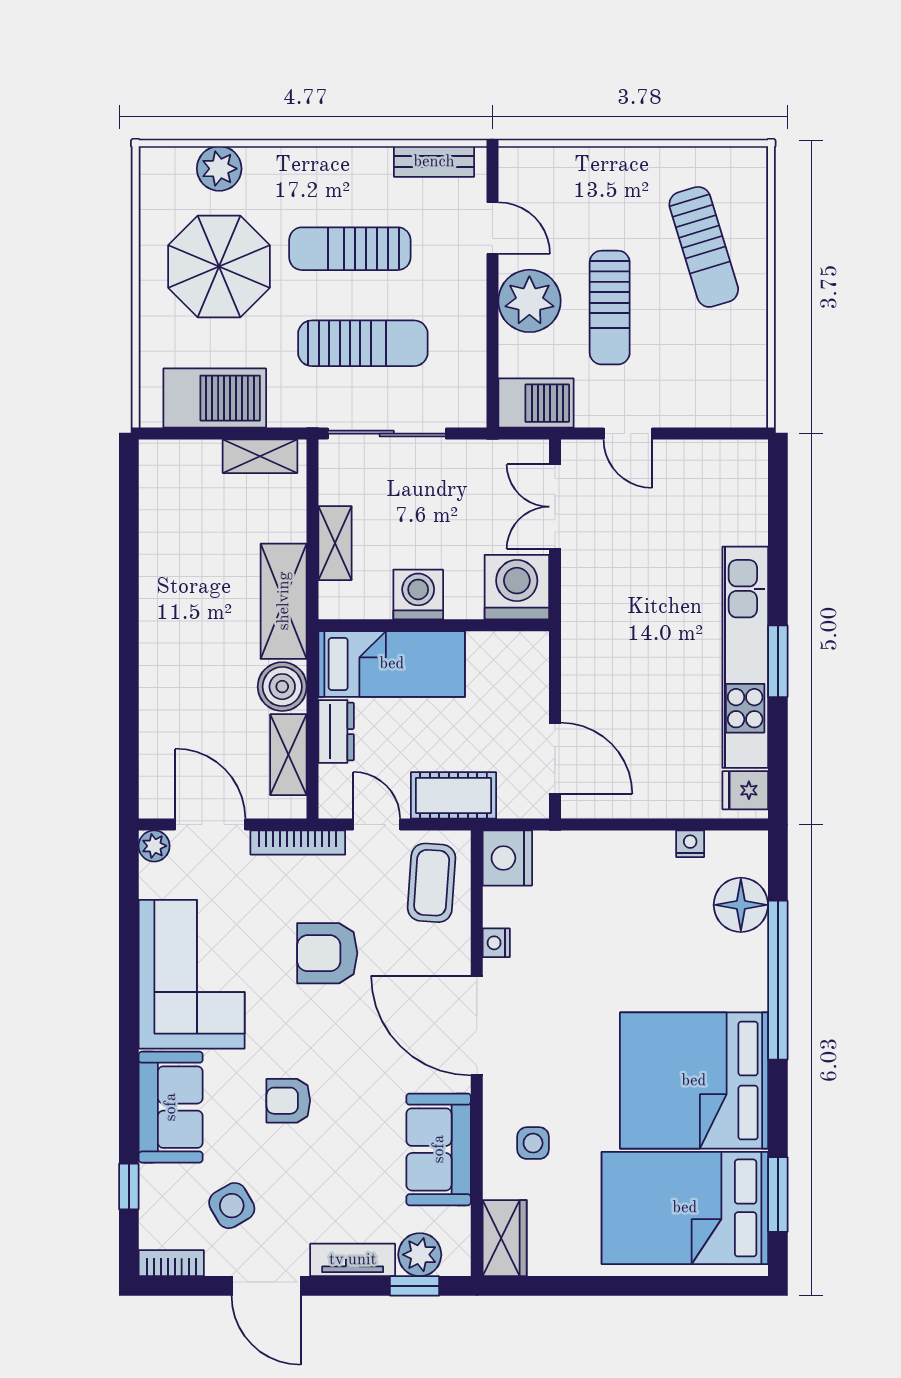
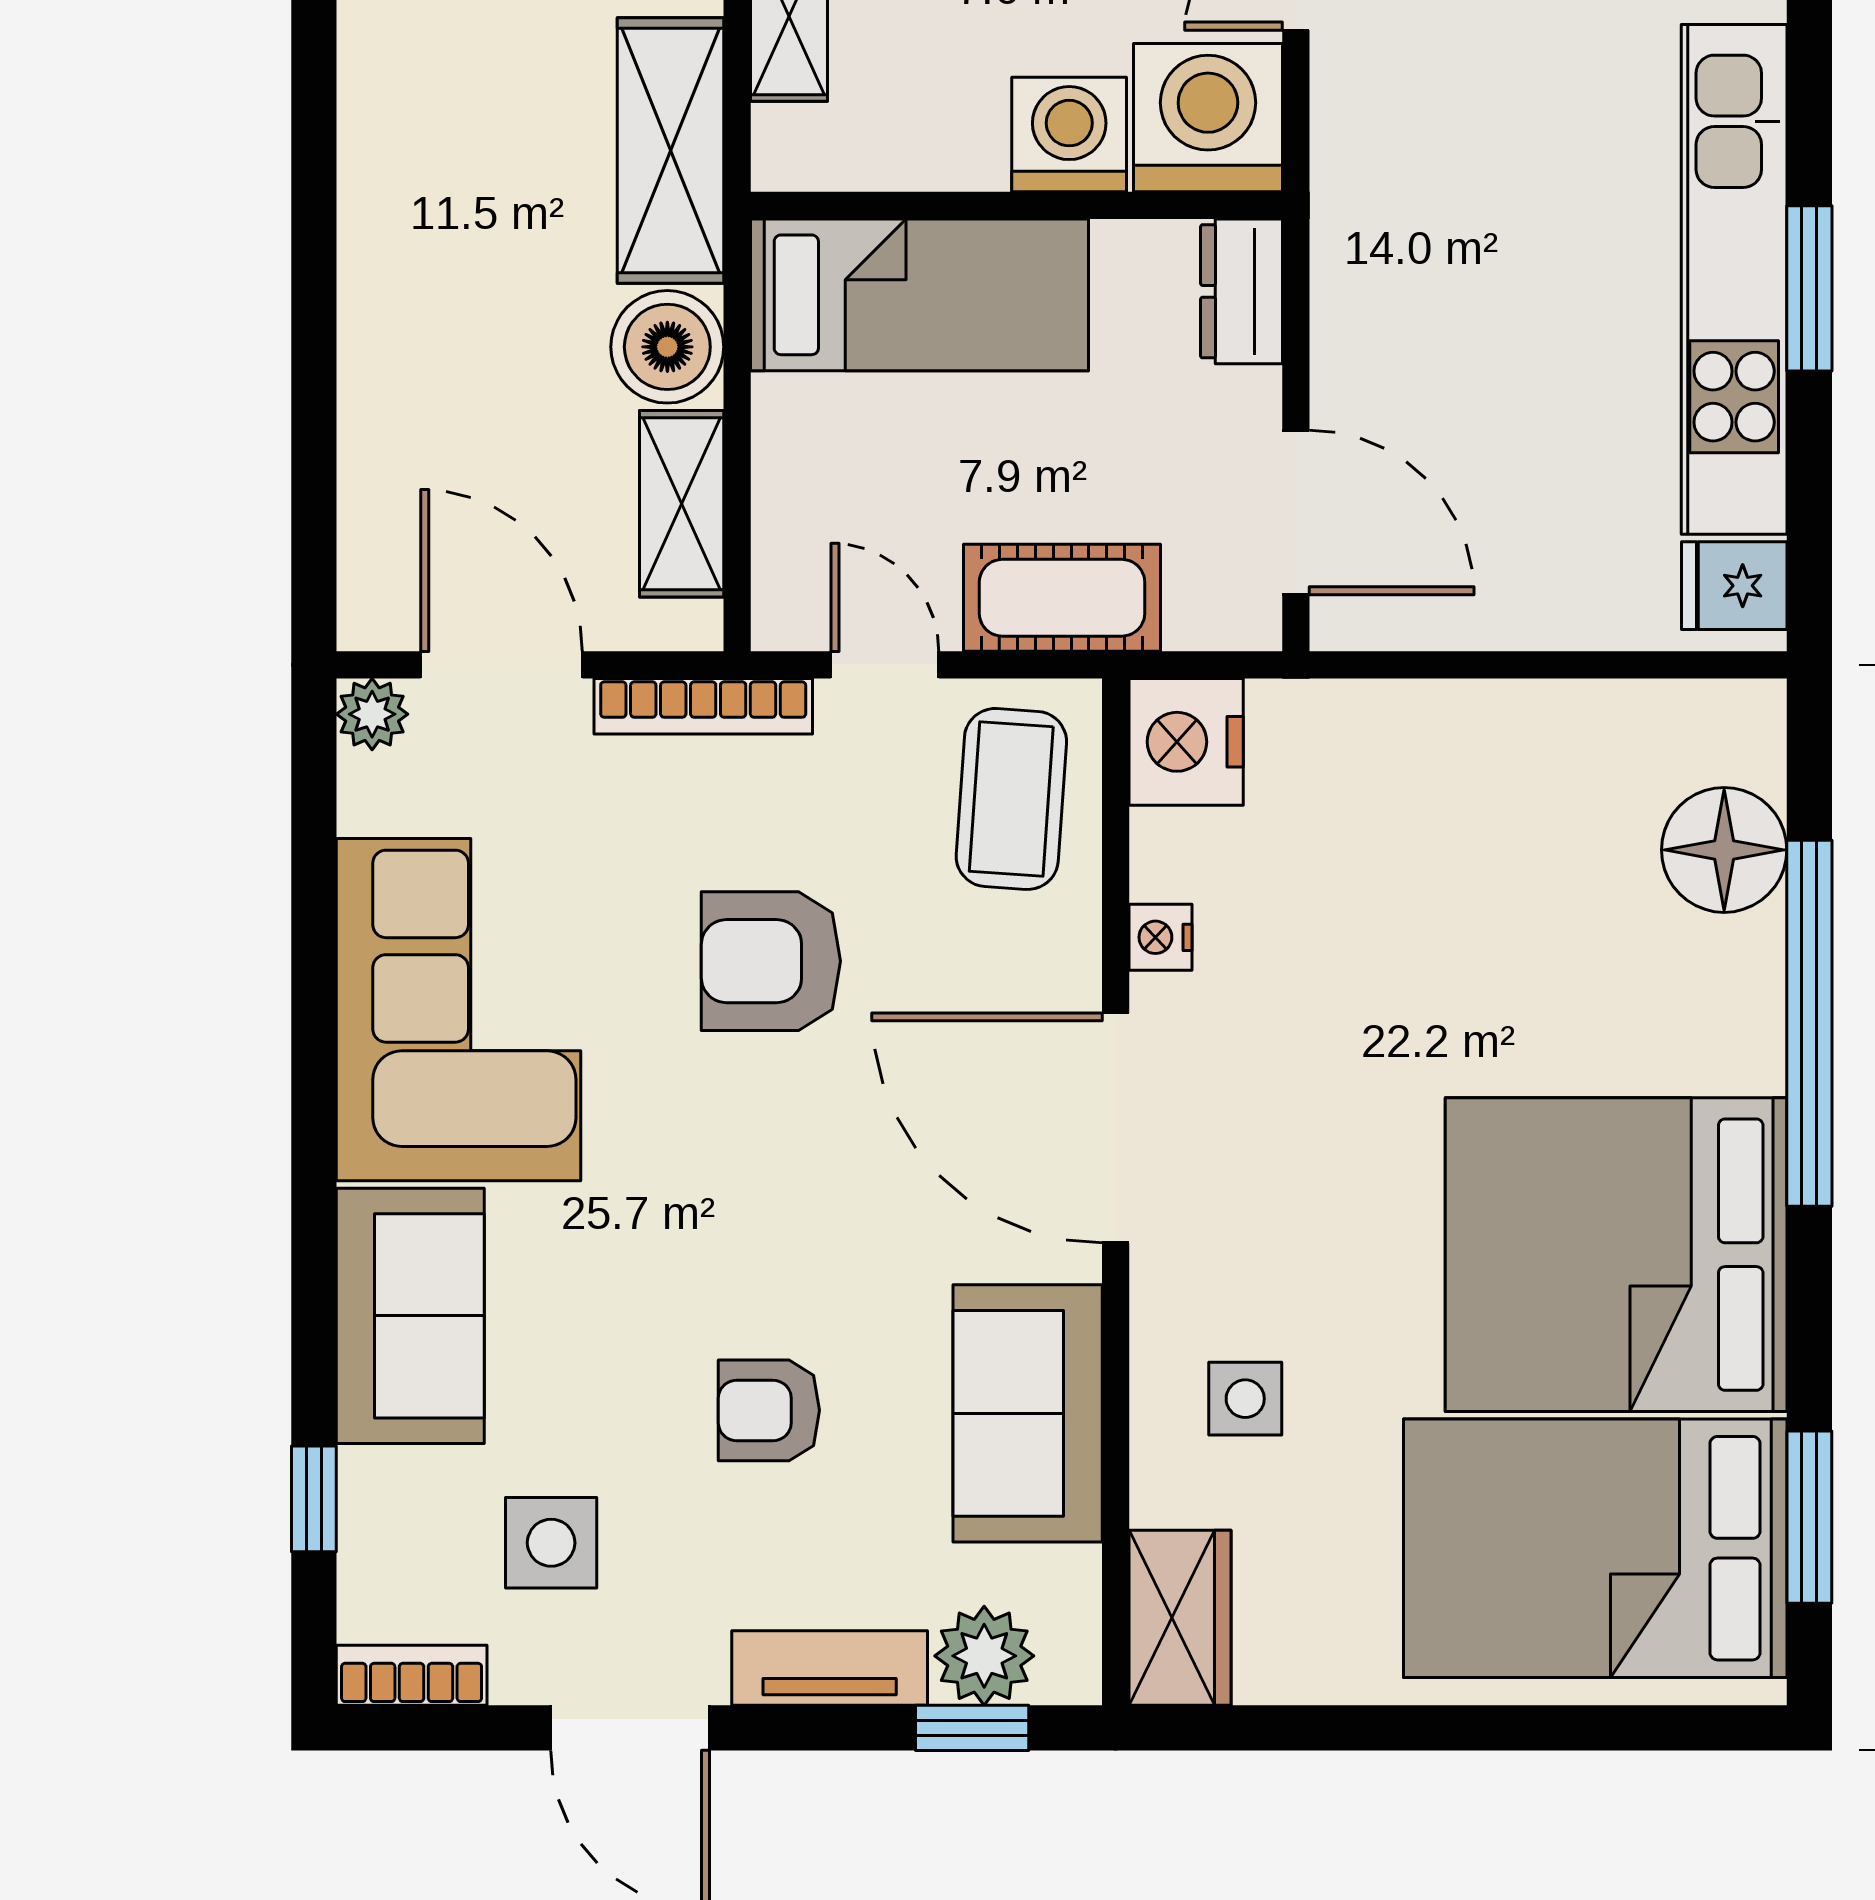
washing machine: (418, 594) -> (1069, 135), moved
dresser: (336, 732) -> (1241, 291), moved, turned 180
nightstand: (690, 844) -> (1607, 709), removed
armchair: (288, 1101) -> (769, 1410), moved
side table: (232, 1206) -> (551, 1543), turned 30

